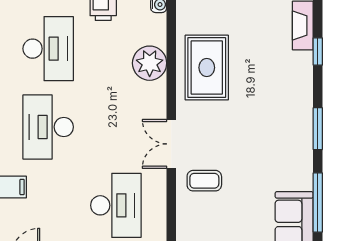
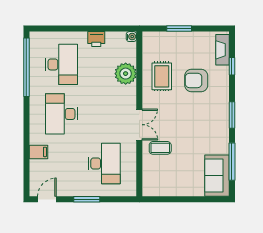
rug: (207, 68) -> (162, 76), width x0.73, depth x0.70
armchair: (261, 74) -> (196, 80), added
double door: (171, 144) -> (139, 125), swing flipped

